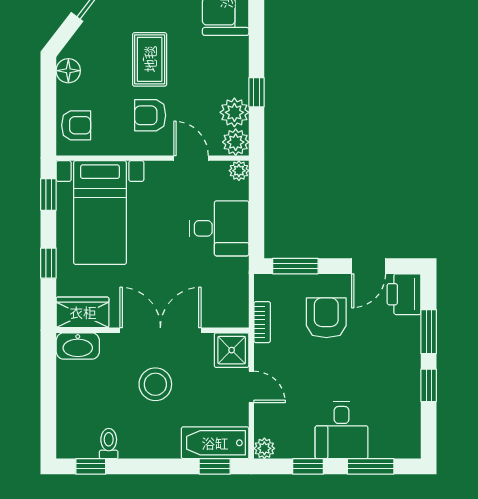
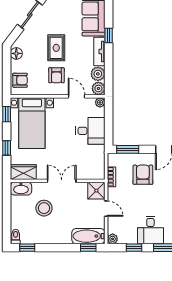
tv unit: (238, 67) -> (99, 51), added
window: (257, 92) -> (109, 35), moved
armchair: (150, 115) -> (56, 75), turned -90
double door: (160, 330) -> (62, 181), width x0.73
stool: (155, 384) -> (44, 208), moved
toilet: (109, 444) -> (16, 236), moved

